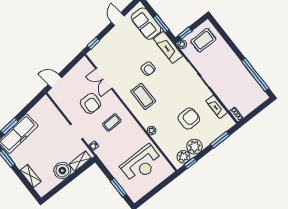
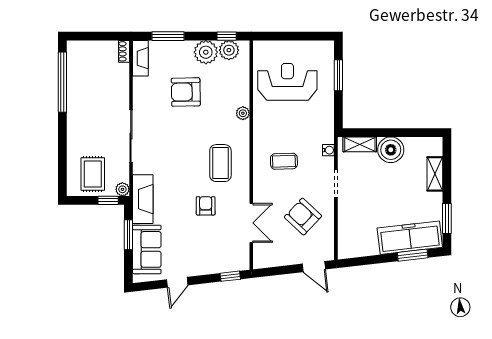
rug: (203, 40) -> (93, 174), turned 90
armchair: (148, 69) -> (206, 206), moved
armchair: (90, 103) -> (303, 217), moved, turned -47
fireplace: (217, 107) -> (140, 58), moved

